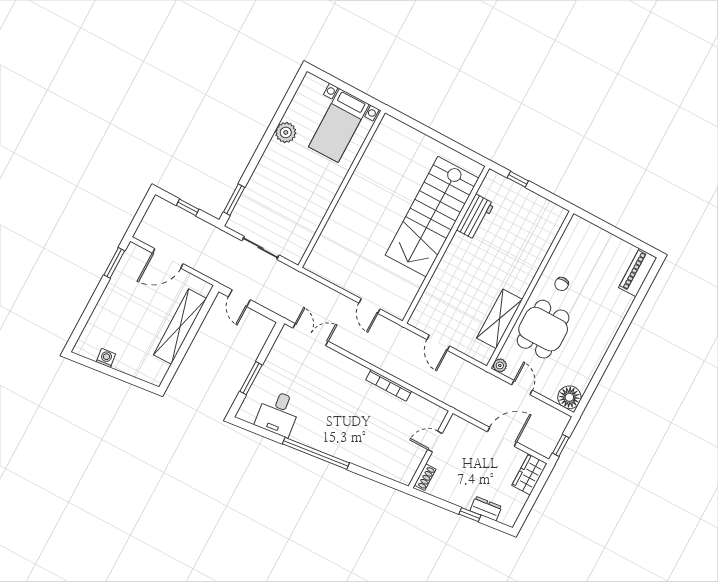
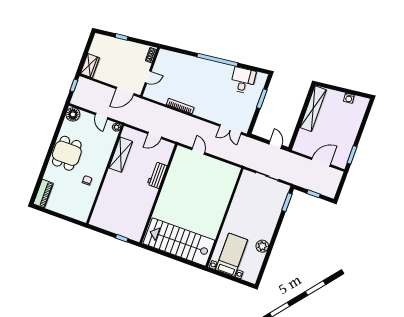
stairs: (432, 217) -> (179, 242), moved, turned -90
workbench: (475, 217) -> (157, 175), moved
shelving: (180, 327) -> (313, 109), moved
dining table: (543, 329) -> (67, 153), moved
door: (438, 343) -> (155, 135), swing flipped
door: (502, 437) -> (125, 91), moved
dresser: (486, 509) -> (113, 42), removed

